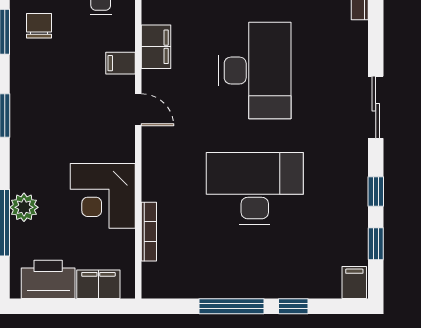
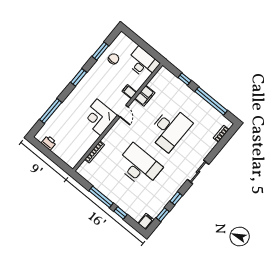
corner desk: (103, 196) -> (99, 117), moved
plant: (24, 207) -> (62, 112), removed
printer: (48, 279) -> (49, 143), width x0.53, depth x0.68
filing cabinet: (98, 284) -> (65, 155), removed

